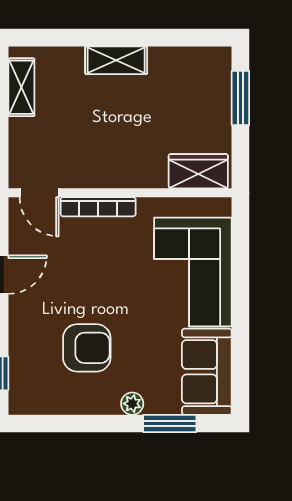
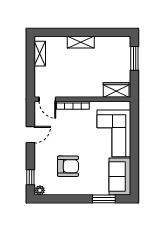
plant: (132, 404) -> (40, 190), moved

